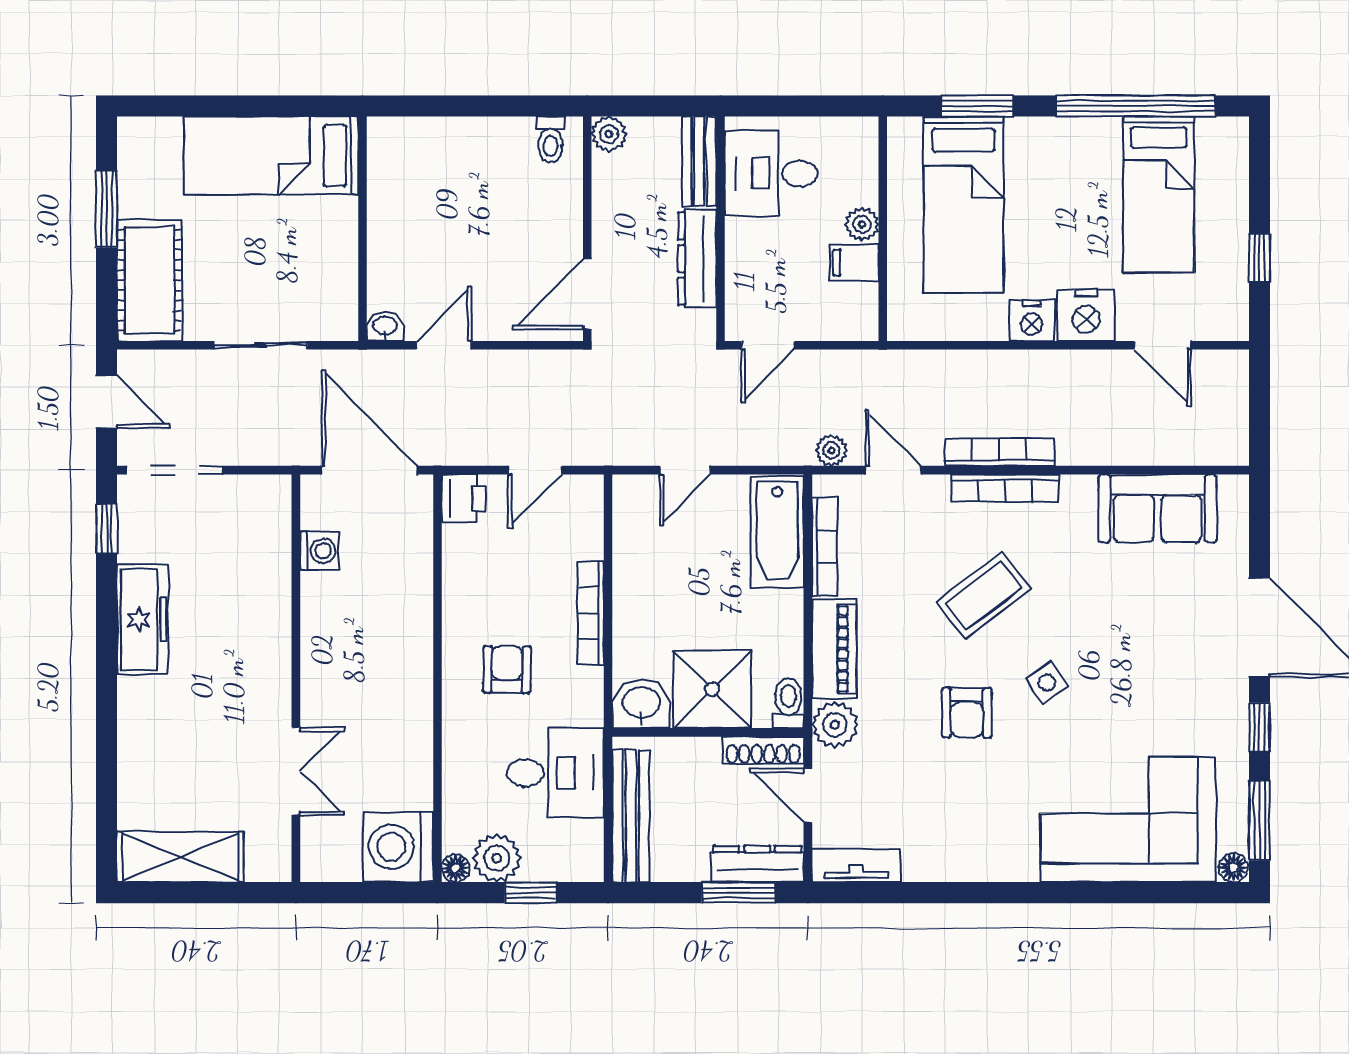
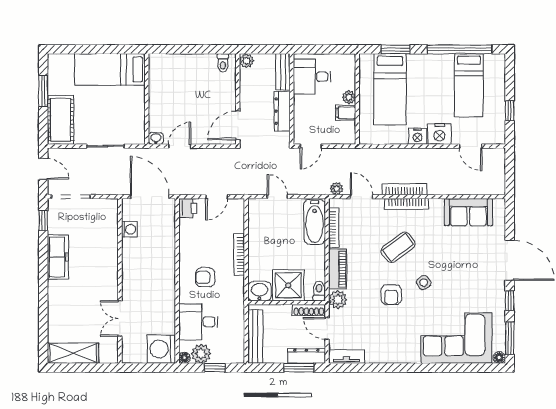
door: (685, 470) -> (277, 197), swing flipped
armchair: (507, 669) -> (205, 277), turned -91
double door: (296, 771) -> (120, 318), swing flipped
desk: (555, 773) -> (198, 322), moved, turned 180

